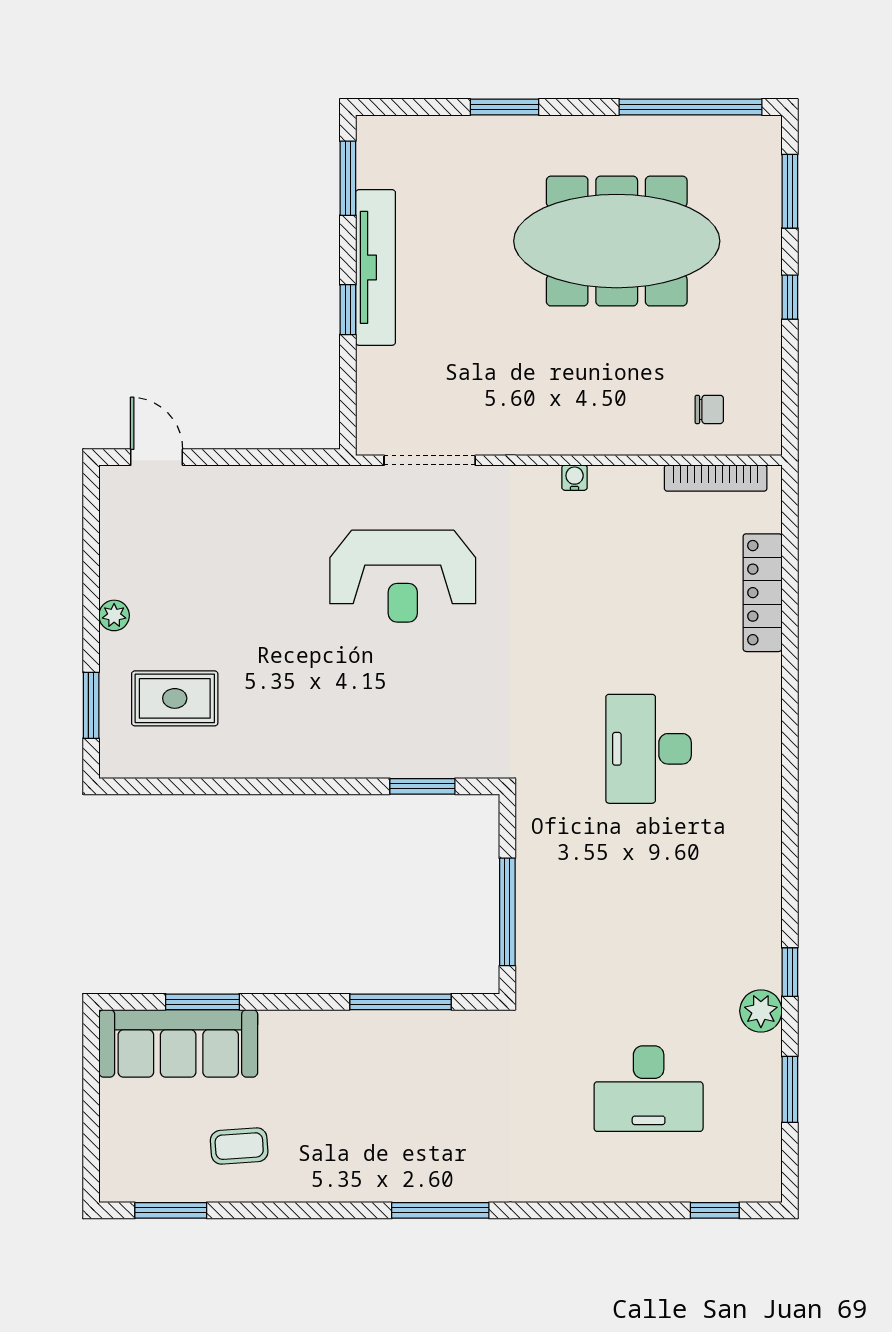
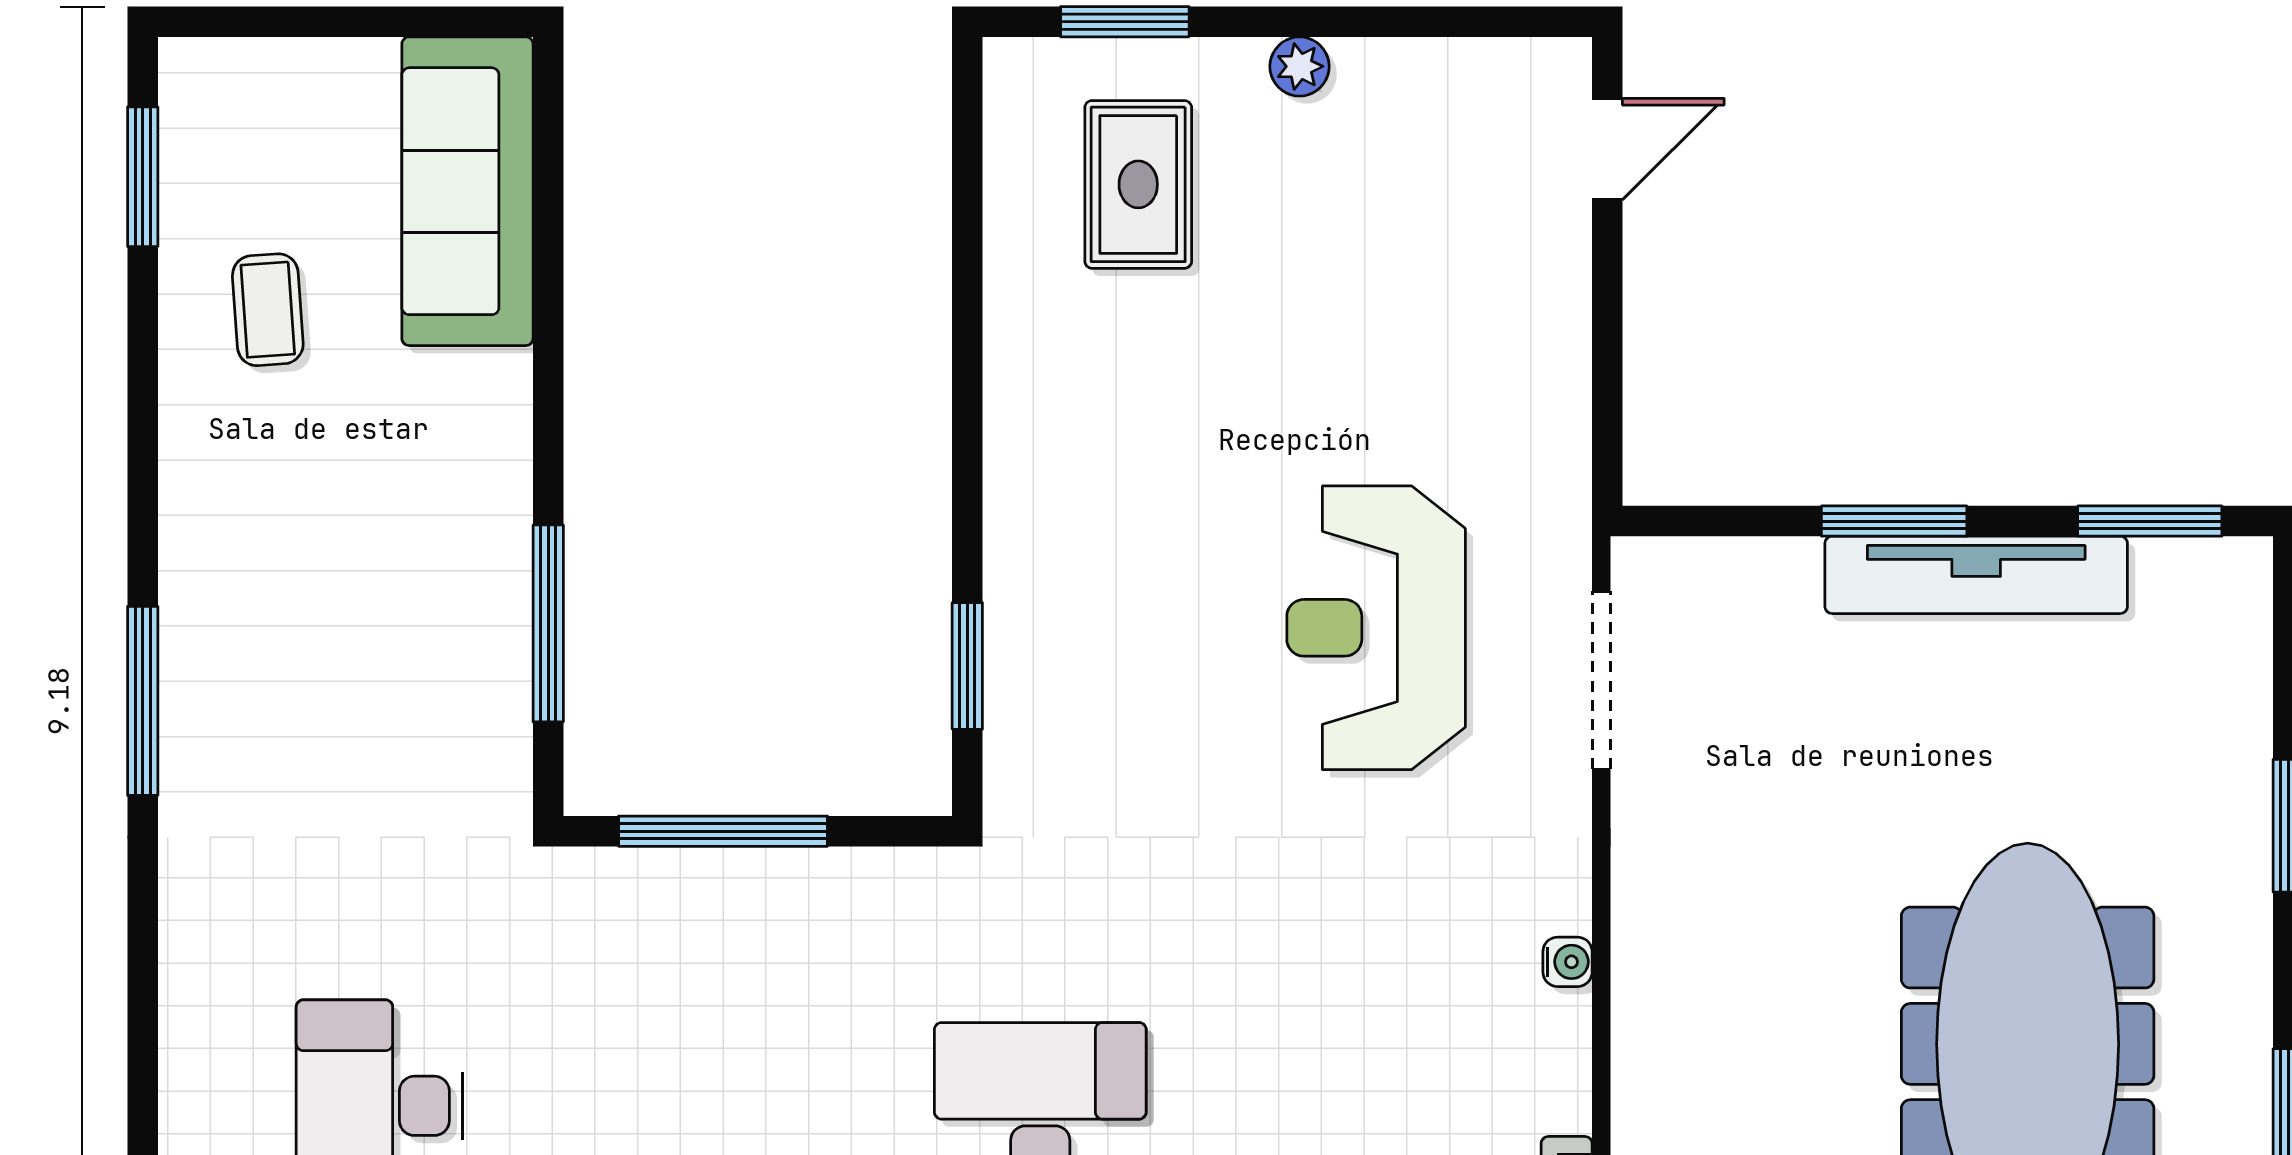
window: (348, 310) -> (1894, 521), width x1.50
window: (202, 1002) -> (548, 238), removed

